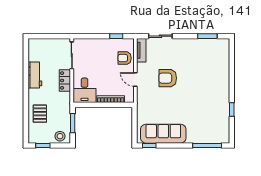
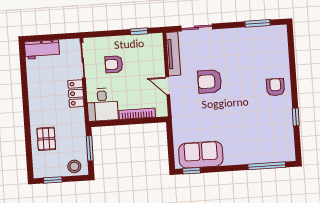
tv unit: (141, 50) -> (173, 54), width x1.41
armchair: (125, 58) -> (114, 64), moved
workbench: (35, 75) -> (42, 49), moved, turned 90
armchair: (218, 86) -> (275, 87), added
sofa: (163, 134) -> (201, 155), width x0.73

